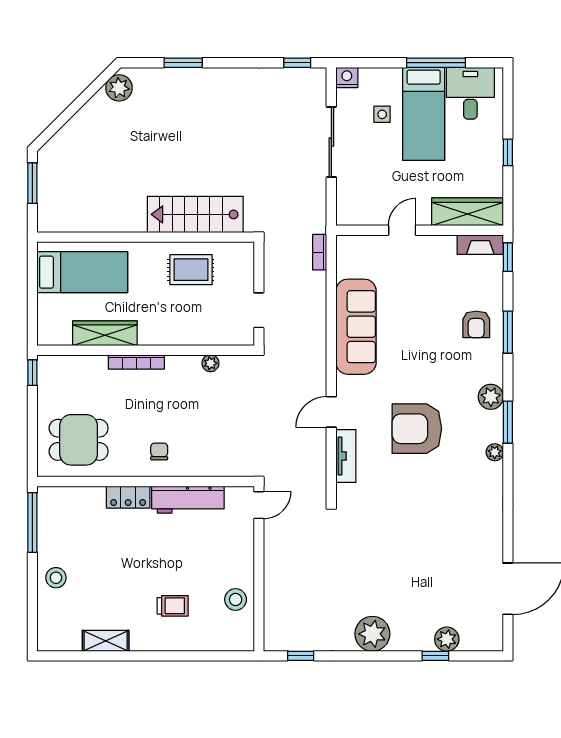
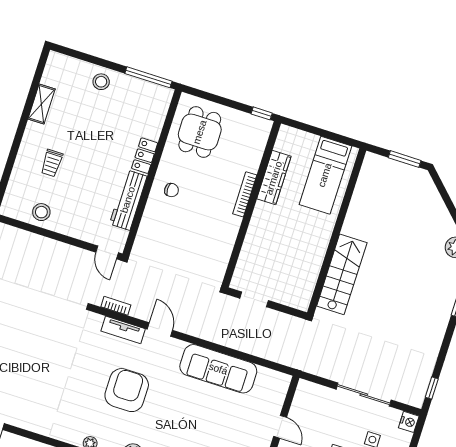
bookcase: (320, 252) -> (116, 306), moved
rug: (191, 270) -> (301, 258), removed
plant: (210, 363) -> (226, 250), removed

